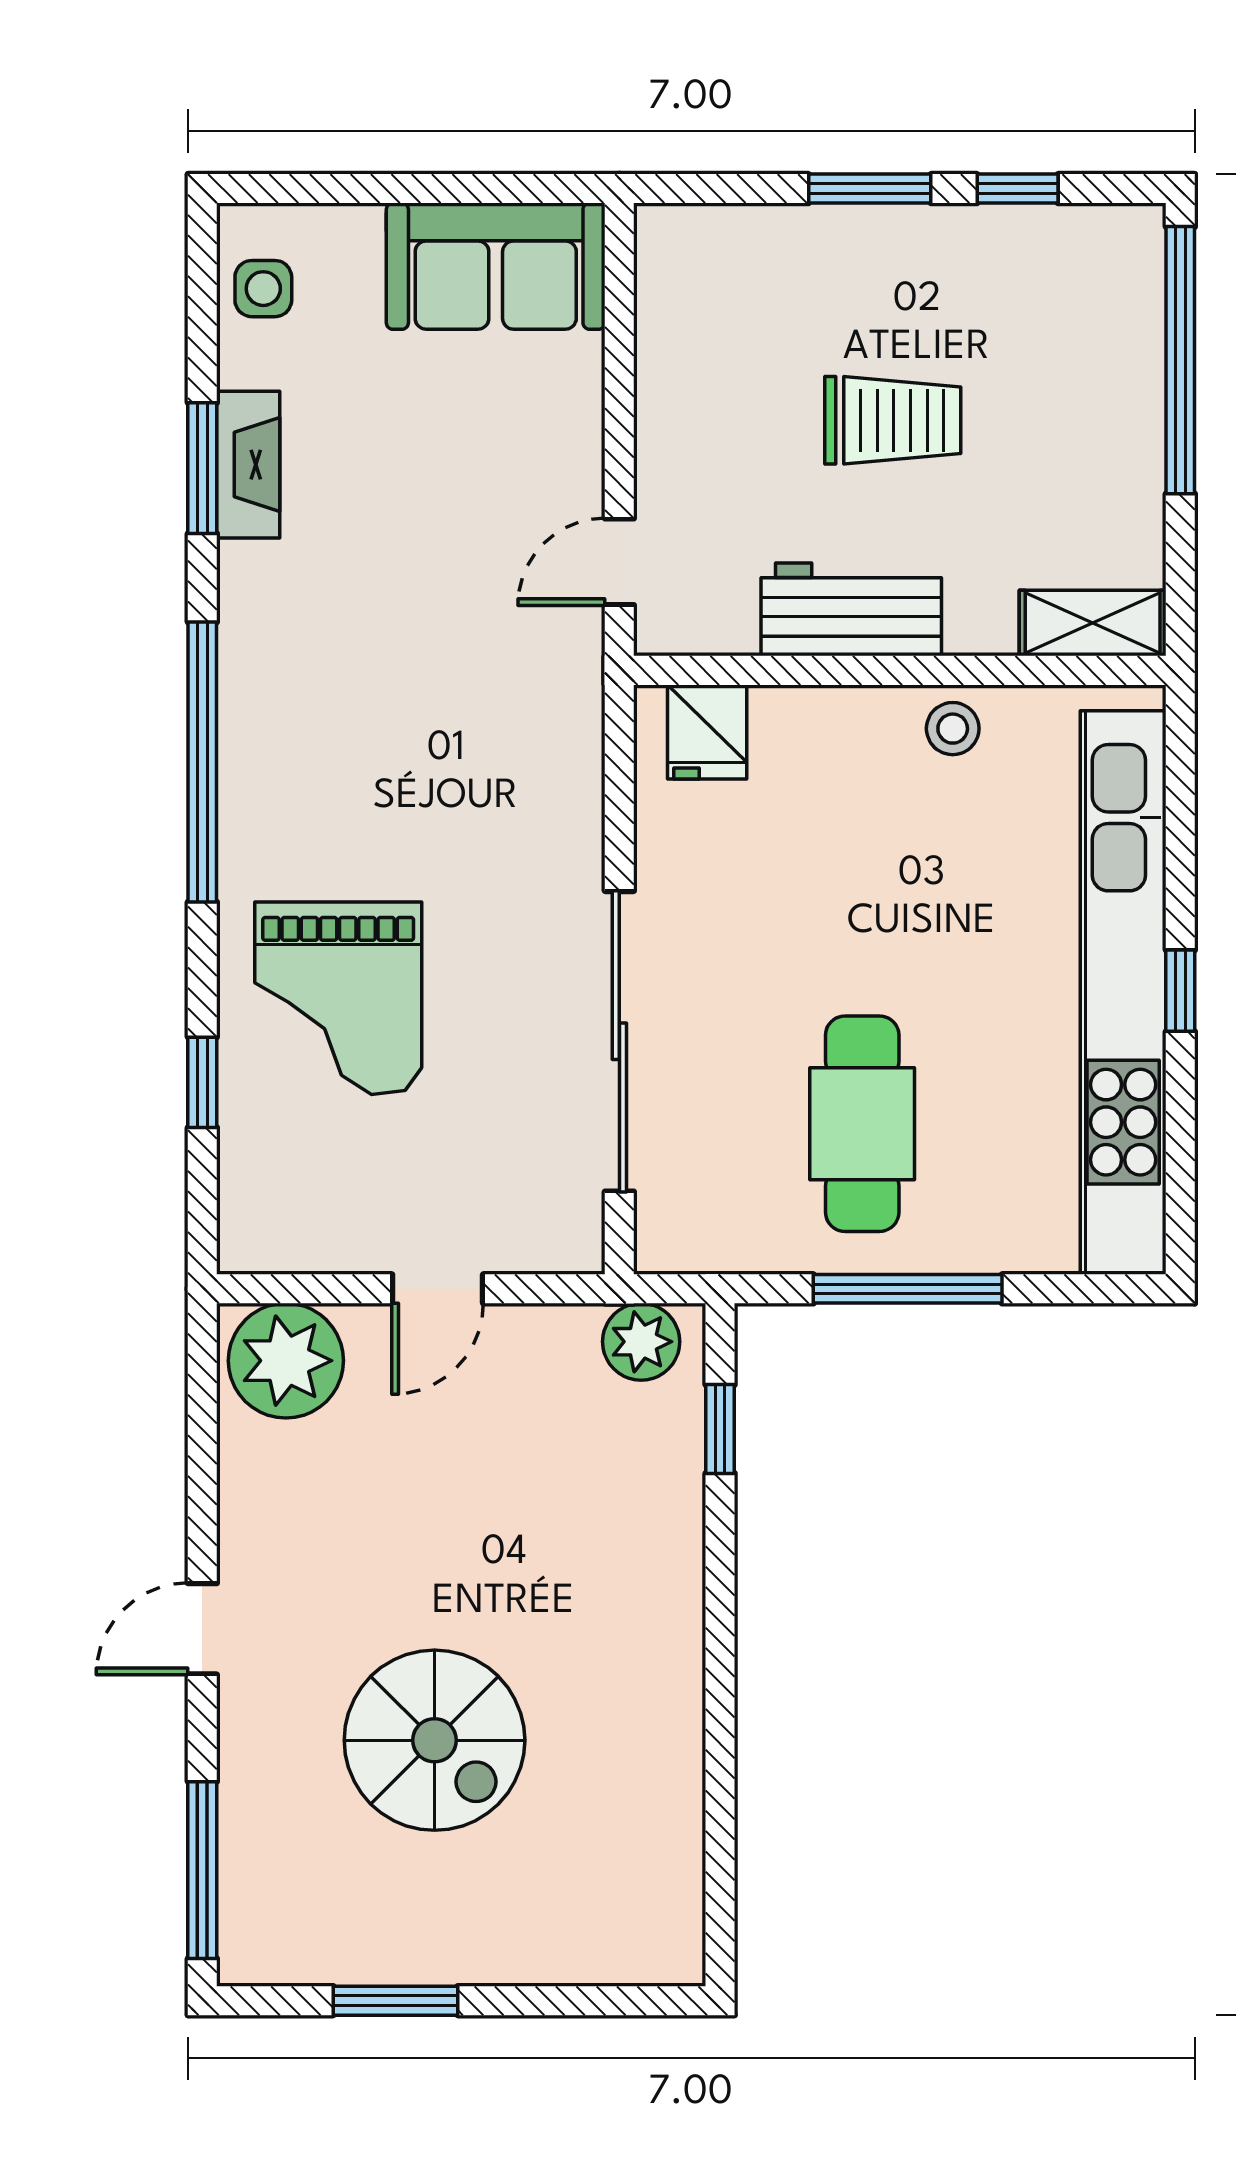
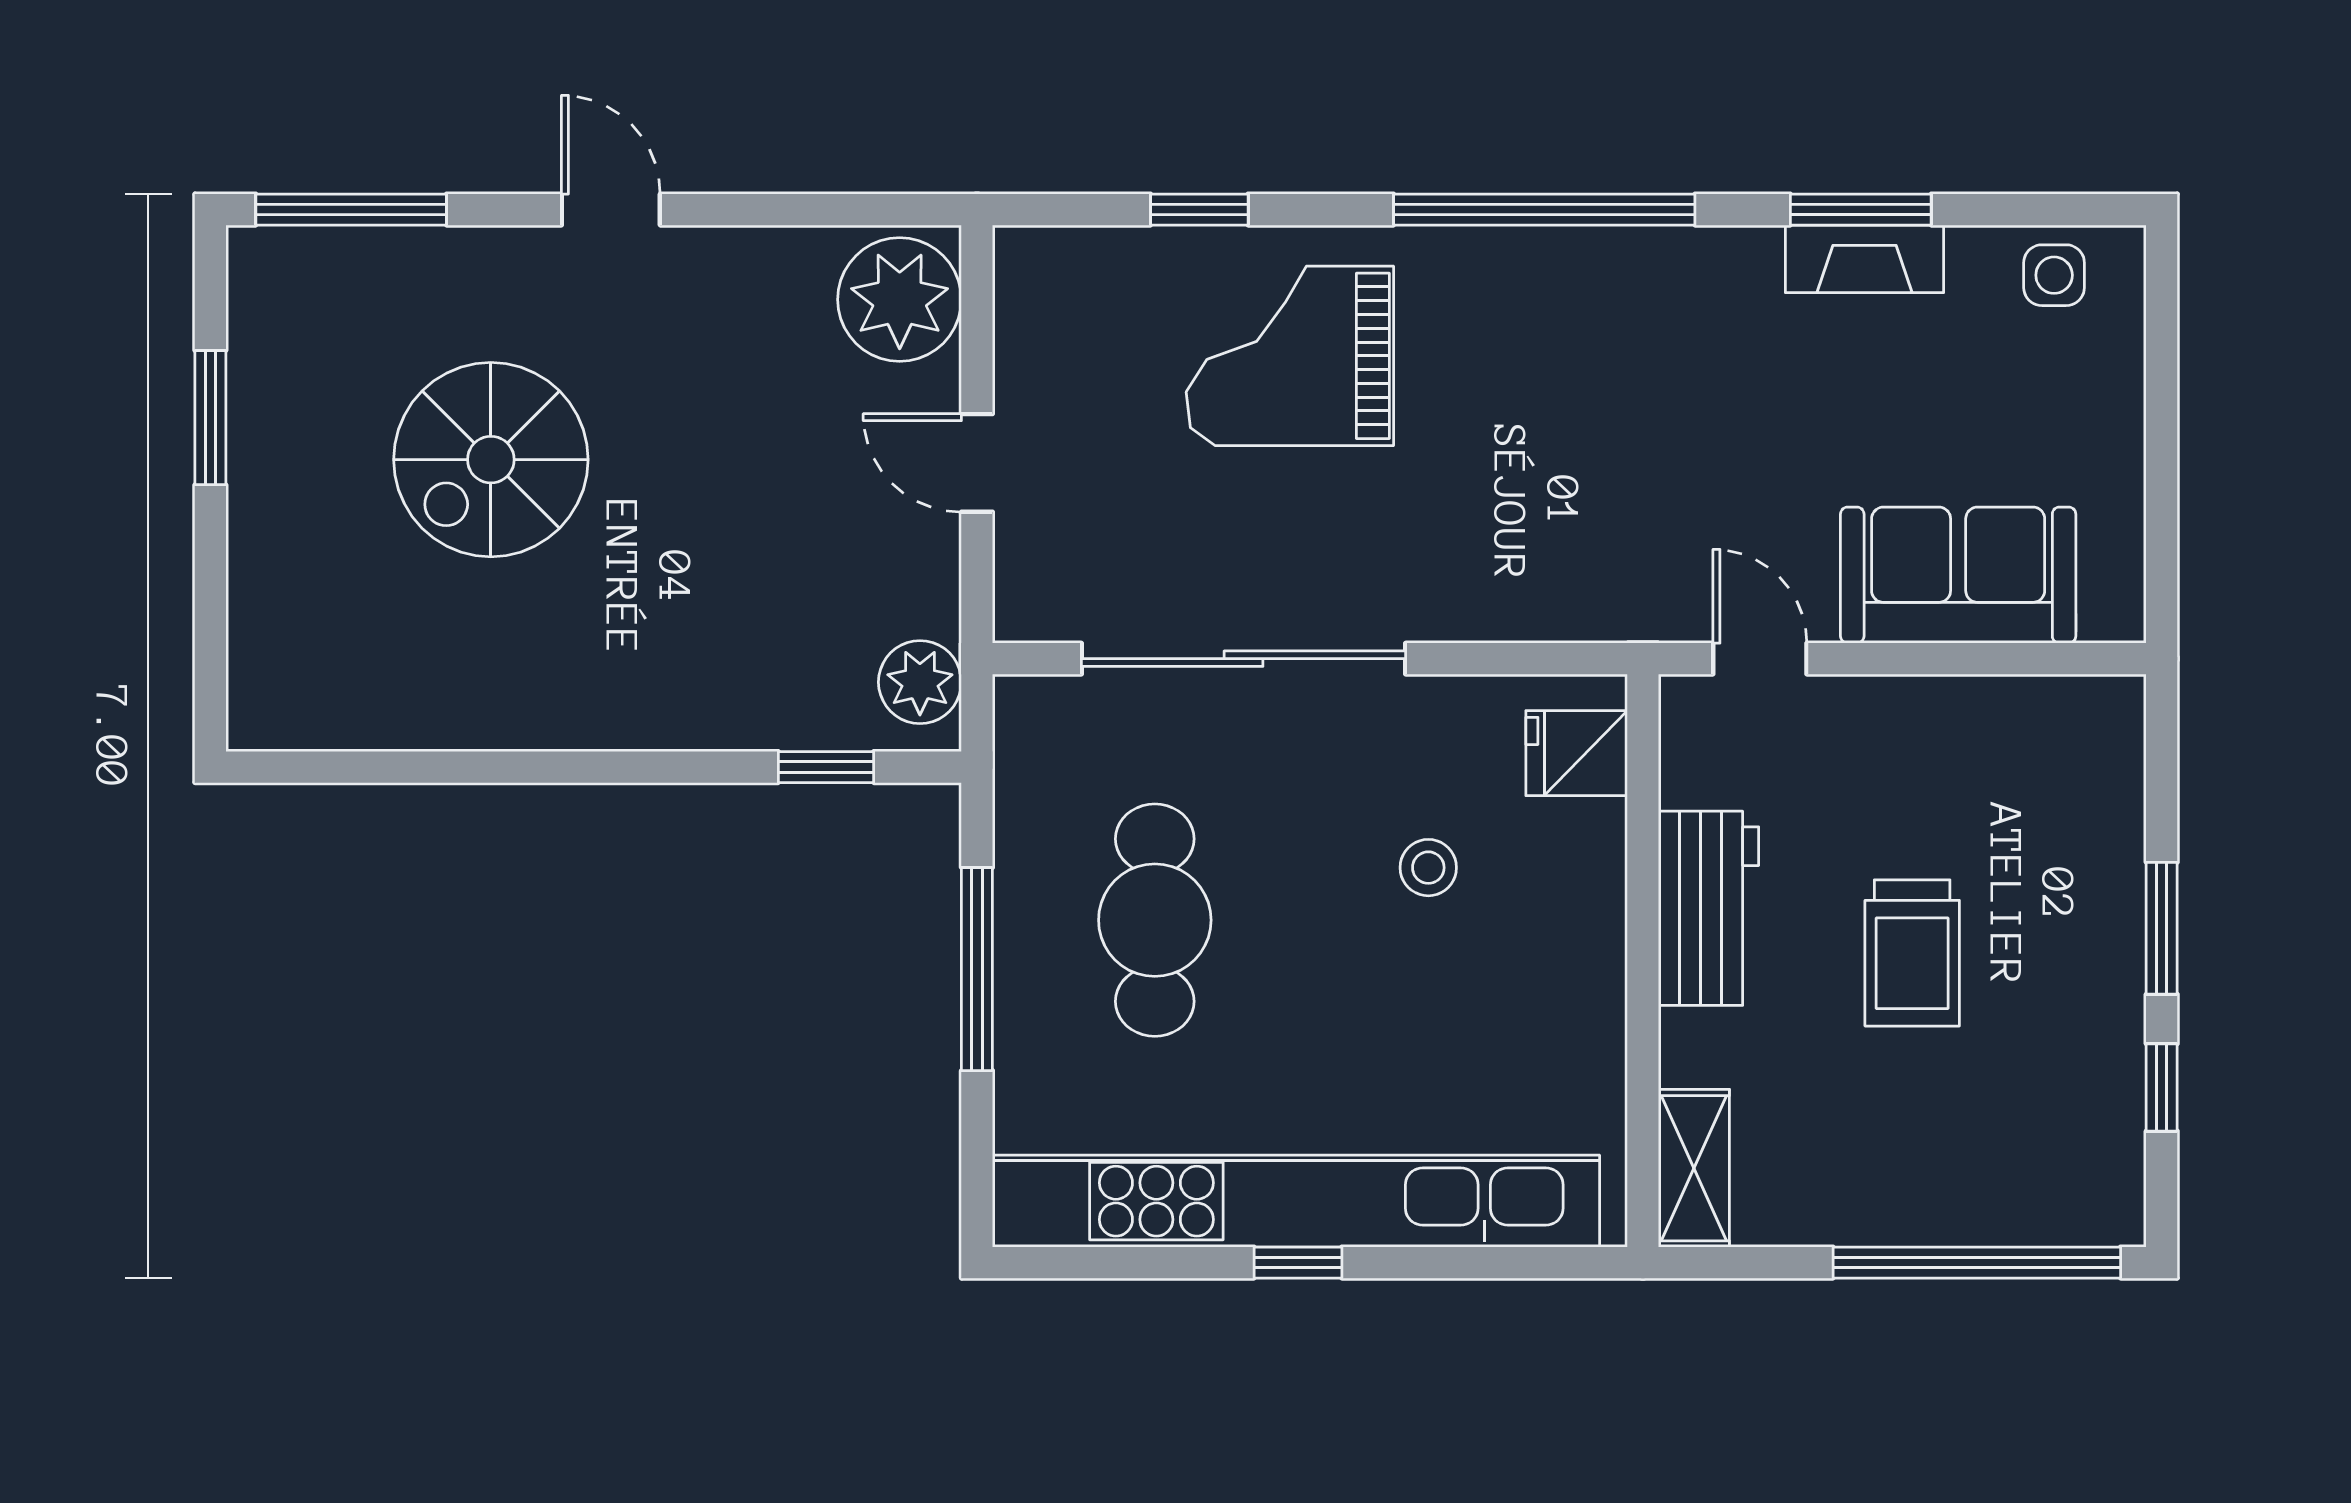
sofa: (496, 266) -> (1958, 575), moved, turned 90
stool: (953, 729) -> (1428, 868), moved
cafe table: (862, 1124) -> (1155, 920), turned 90

